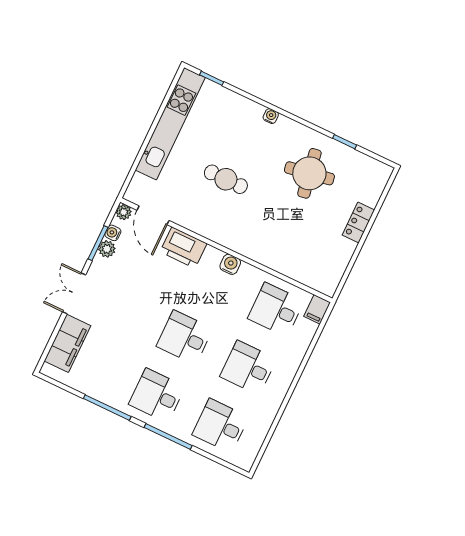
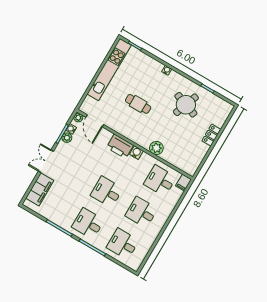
round table: (309, 173) -> (186, 105), turned 30
printer: (183, 248) -> (120, 146), moved
plant: (265, 253) -> (156, 148), added

